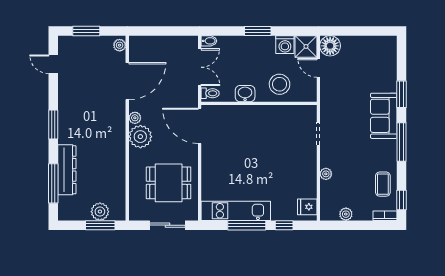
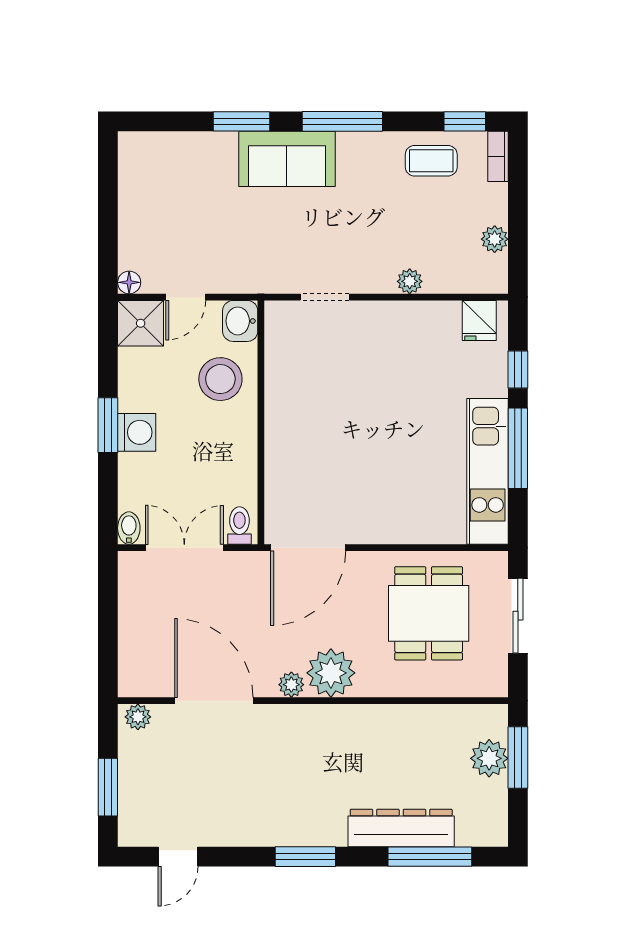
washing machine: (285, 45) -> (137, 432), moved
floor lamp: (330, 46) -> (129, 282), width x0.53, depth x0.53
washbasin: (245, 94) -> (240, 321), moved

